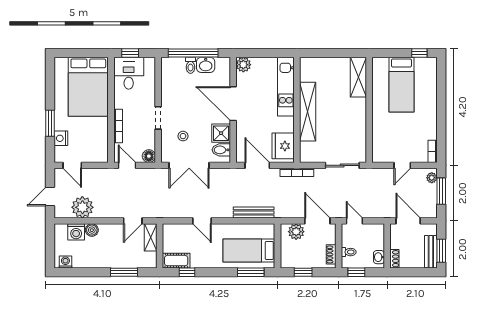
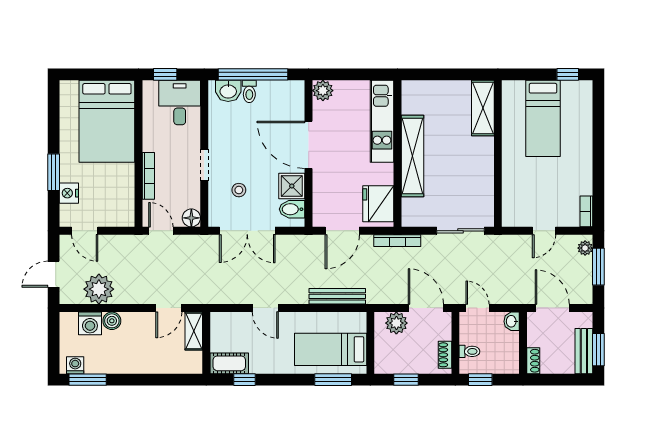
washbasin: (206, 65) -> (228, 91), moved
desk: (129, 73) -> (180, 103), moved
door: (257, 165) -> (342, 231), swing flipped
washbasin: (379, 257) -> (512, 321), moved
window: (124, 272) -> (88, 380), moved

